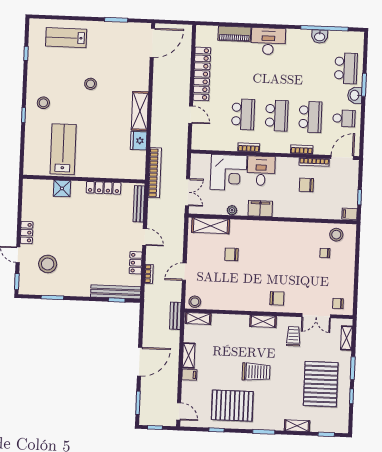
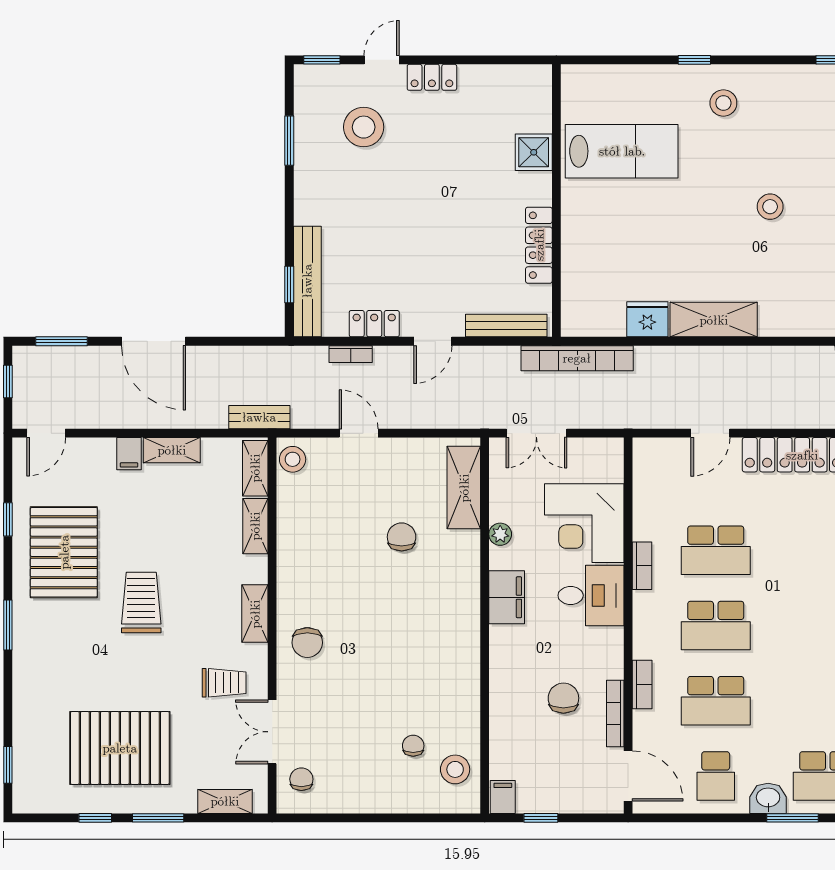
trolley: (256, 372) -> (141, 602), turned 180
shelving: (297, 426) -> (255, 526), moved

